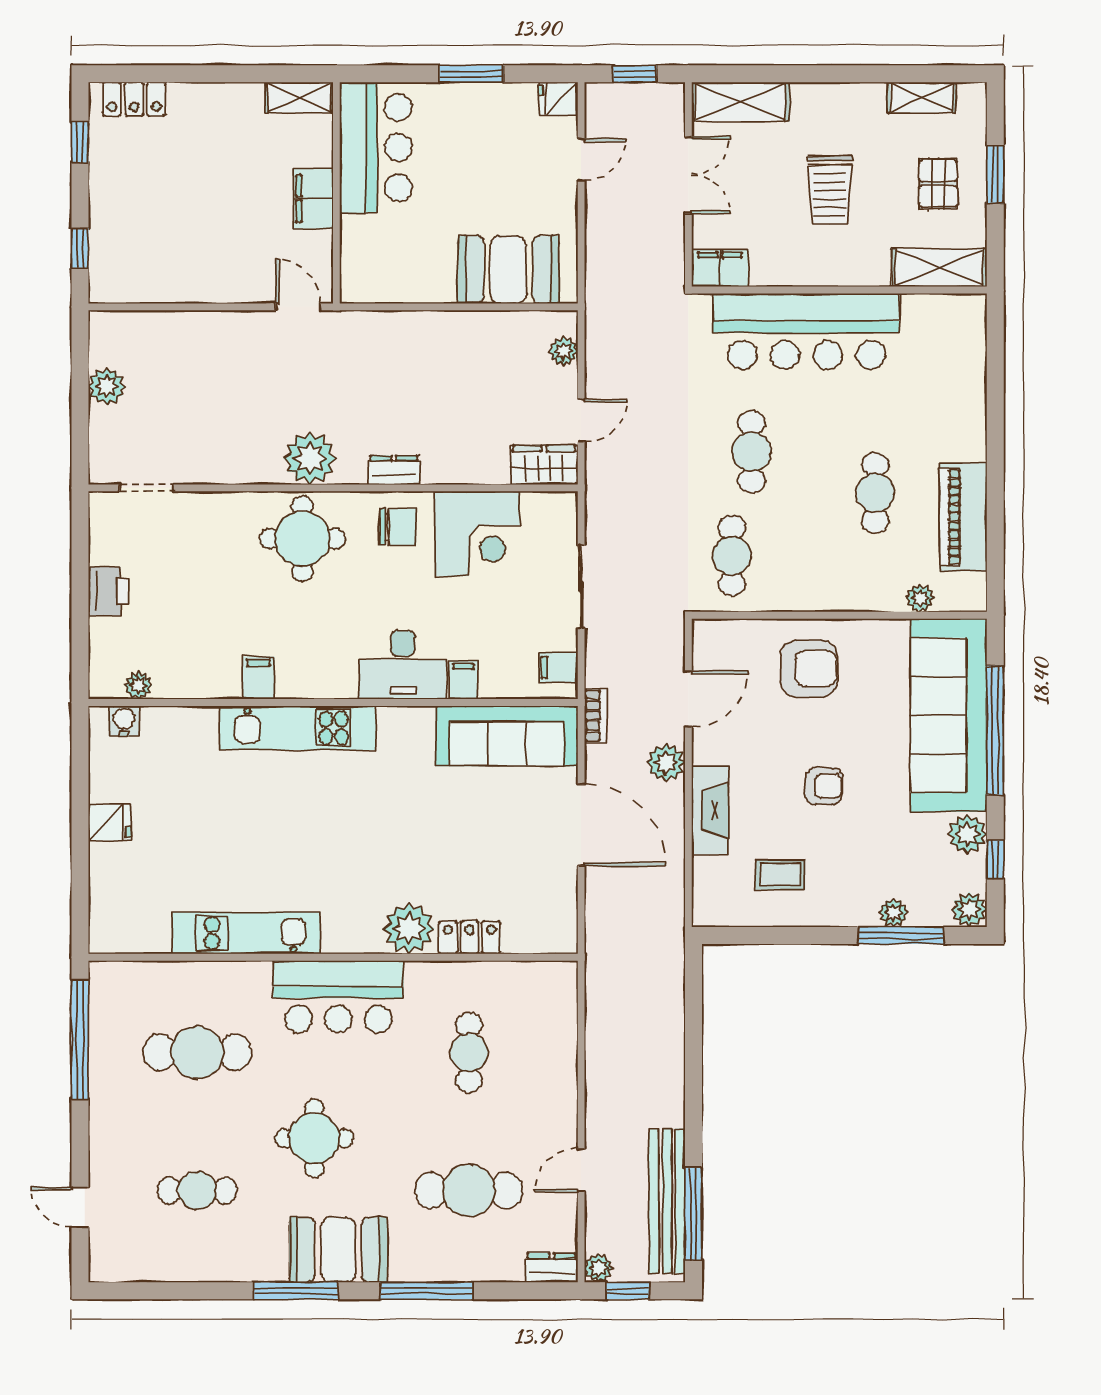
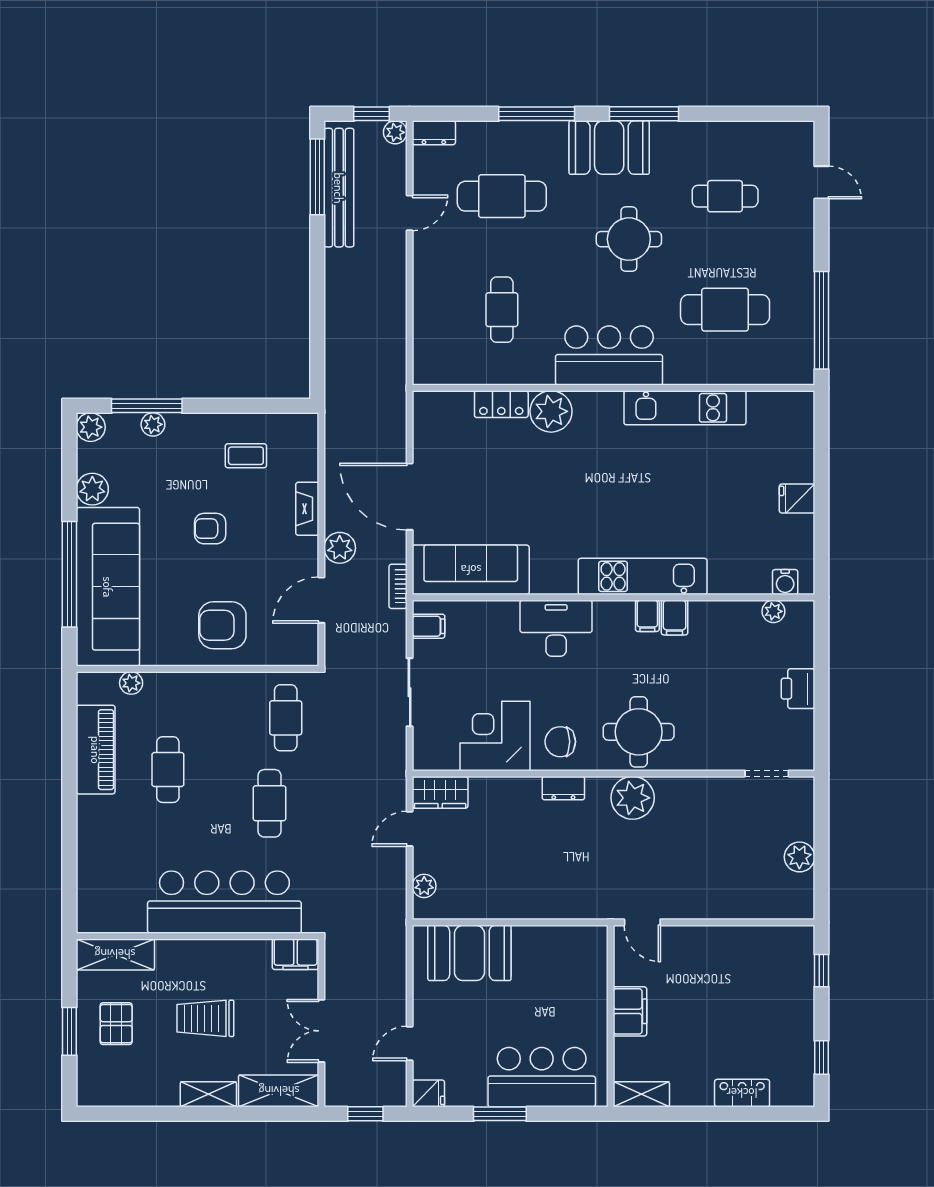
shelving: (922, 98) -> (208, 1094), moved
locker: (134, 99) -> (742, 1093), moved
bar counter: (376, 147) -> (542, 1077), moved, turned 90
trolley: (830, 190) -> (205, 1018), turned -90
filing cabinet: (464, 680) -> (647, 616), moved
fireplace: (710, 810) -> (307, 509), width x0.73, depth x0.76
window: (995, 860) -> (69, 468), removed

